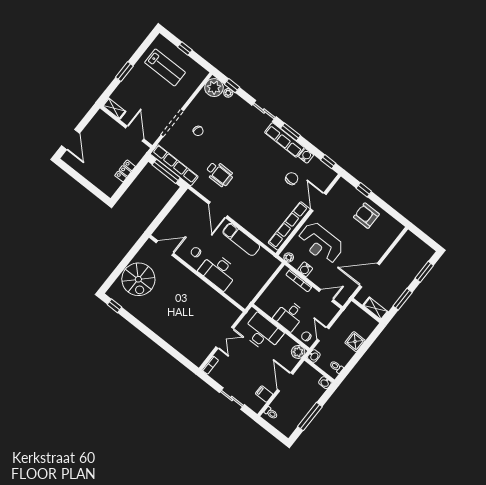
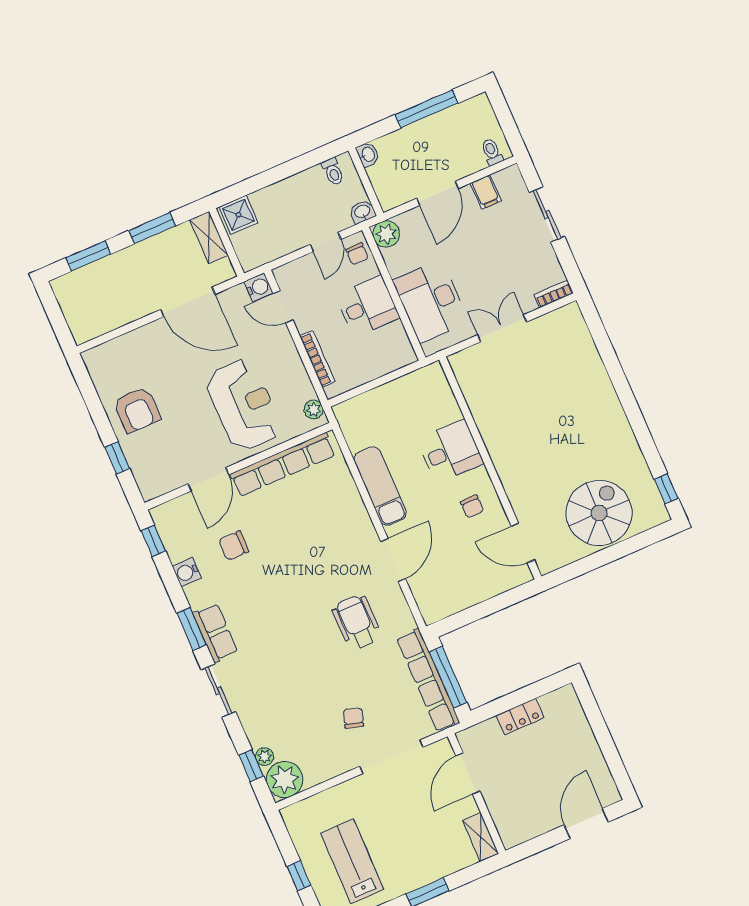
row of seats: (284, 140) -> (215, 633), width x0.68
water cooler: (305, 269) -> (259, 287), moved
desk: (218, 271) -> (450, 451), width x0.73
shower: (355, 342) -> (238, 215), moved

